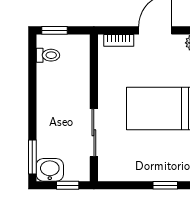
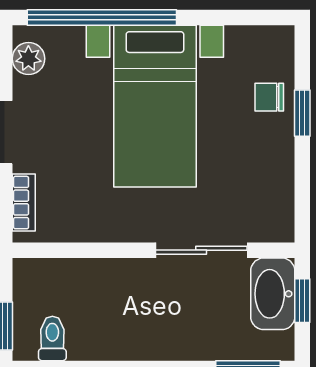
chair: (174, 168) -> (269, 97), added
washbasin: (50, 170) -> (273, 294), moved, width x1.38

